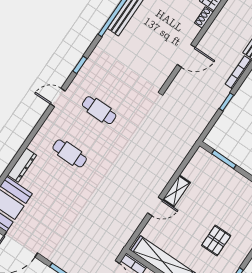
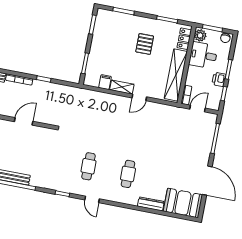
door: (186, 56) -> (24, 121), hinge flipped
filing cabinet: (191, 173) -> (105, 82), added
door: (155, 206) -> (139, 97), swing flipped
pallet: (216, 240) -> (145, 44), turned 90

